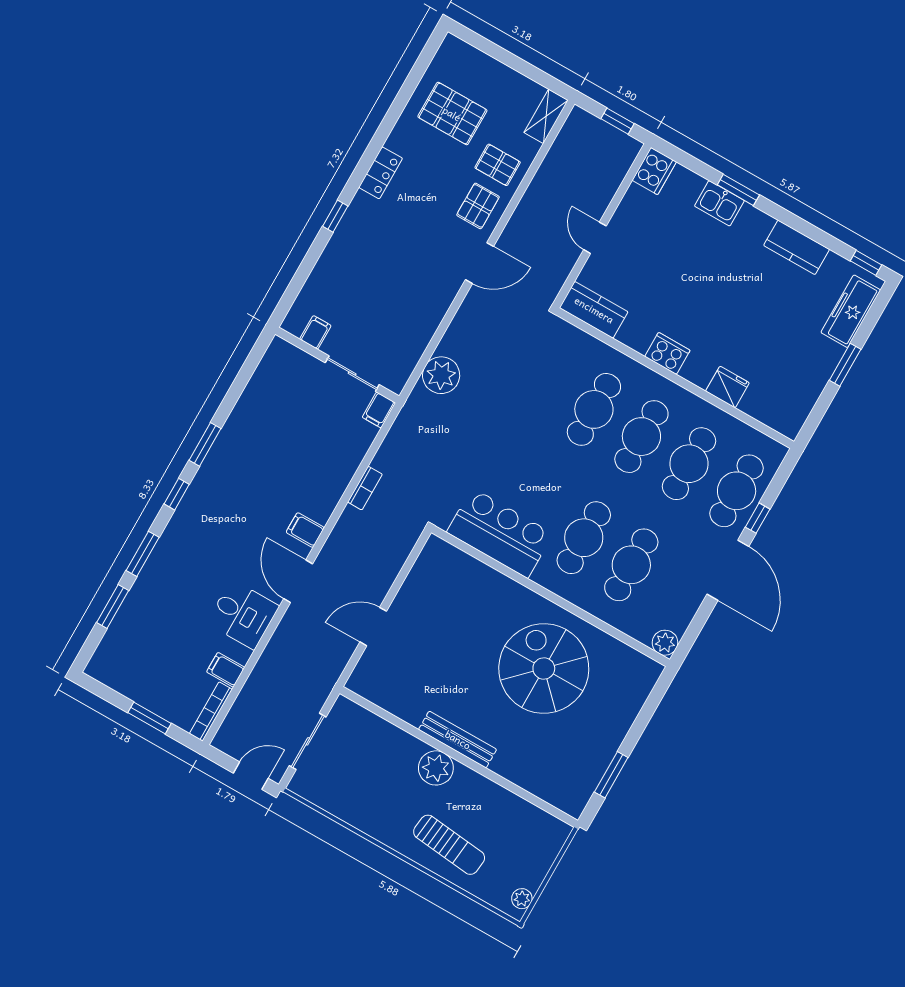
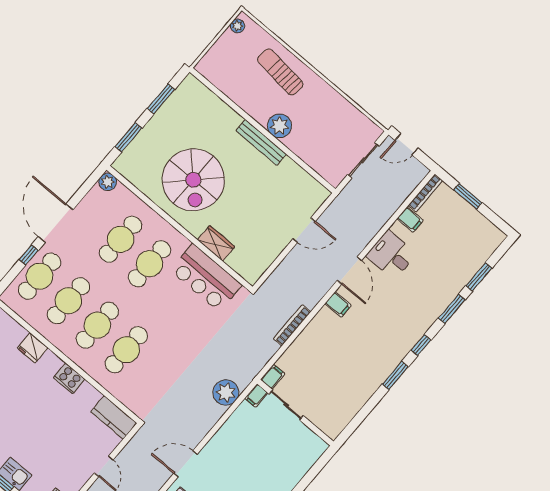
filing cabinet: (315, 332) -> (256, 395), moved
bookcase: (365, 488) -> (292, 325), width x1.56
wardrobe: (495, 584) -> (216, 243), added
window: (647, 712) -> (128, 137), added

